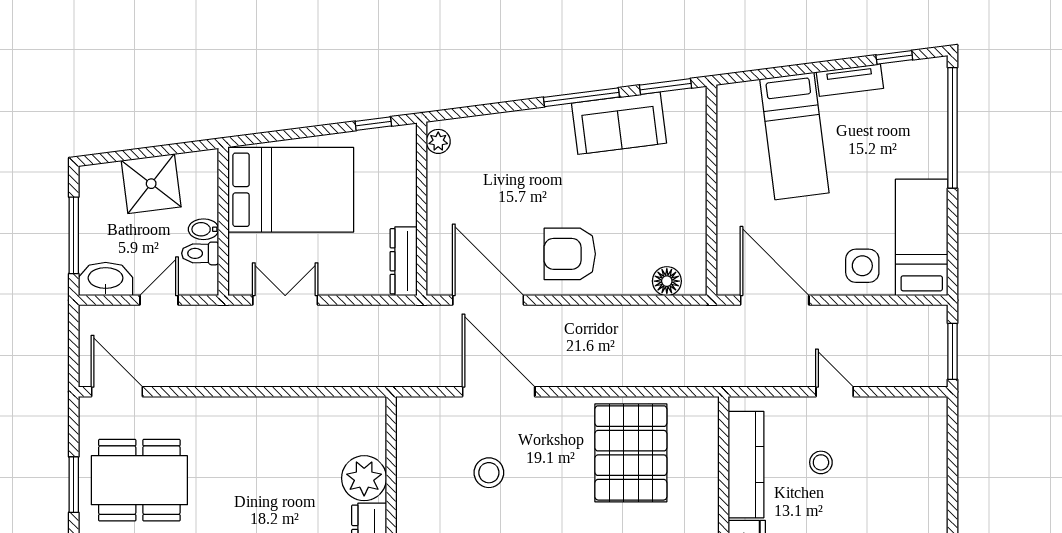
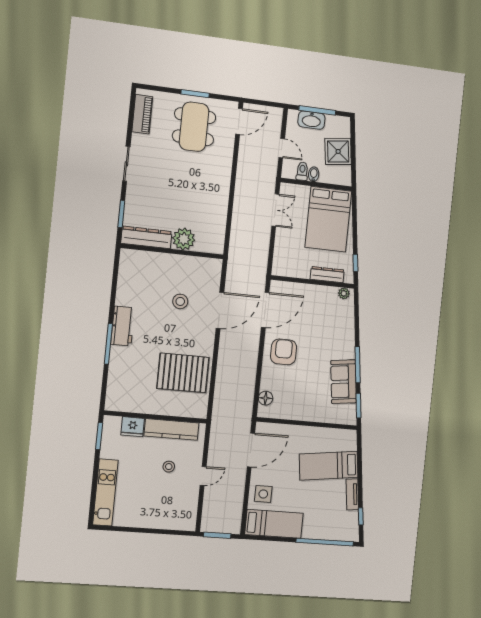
dresser: (404, 261) -> (327, 275), moved
washbasin: (106, 279) -> (311, 120), moved, turned 90

